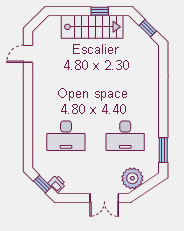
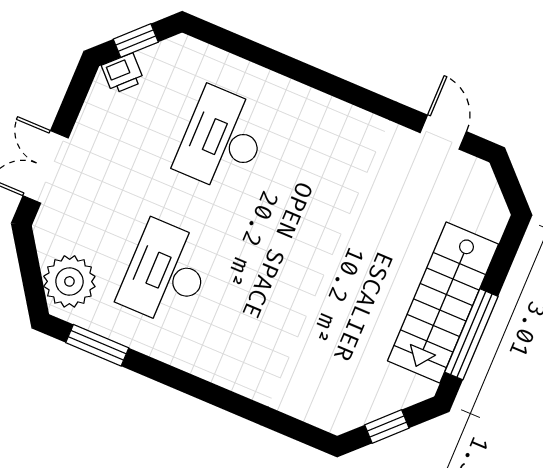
window: (100, 11) -> (471, 334), width x2.17
plant: (132, 178) -> (69, 281), moved

